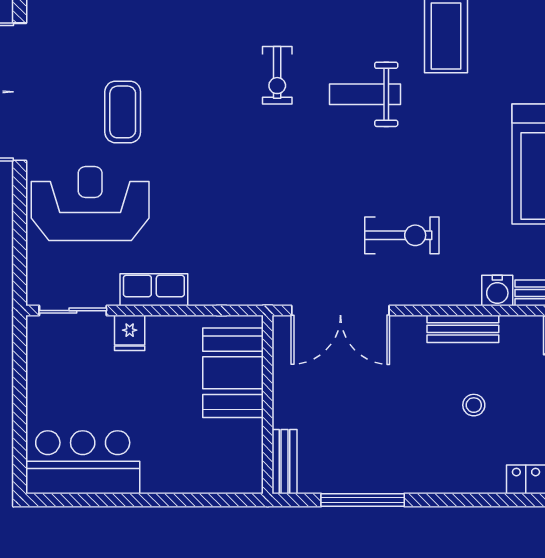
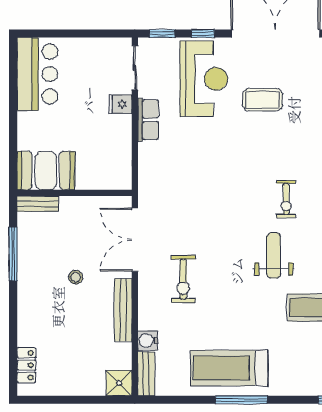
exercise bike: (277, 75) -> (286, 199), turned -90
window: (20, 205) -> (203, 34), added
window: (20, 268) -> (162, 34), added
bench: (463, 329) -> (123, 310), width x1.36
booth: (233, 373) -> (46, 171), moved
stool: (474, 405) -> (76, 277), moved

